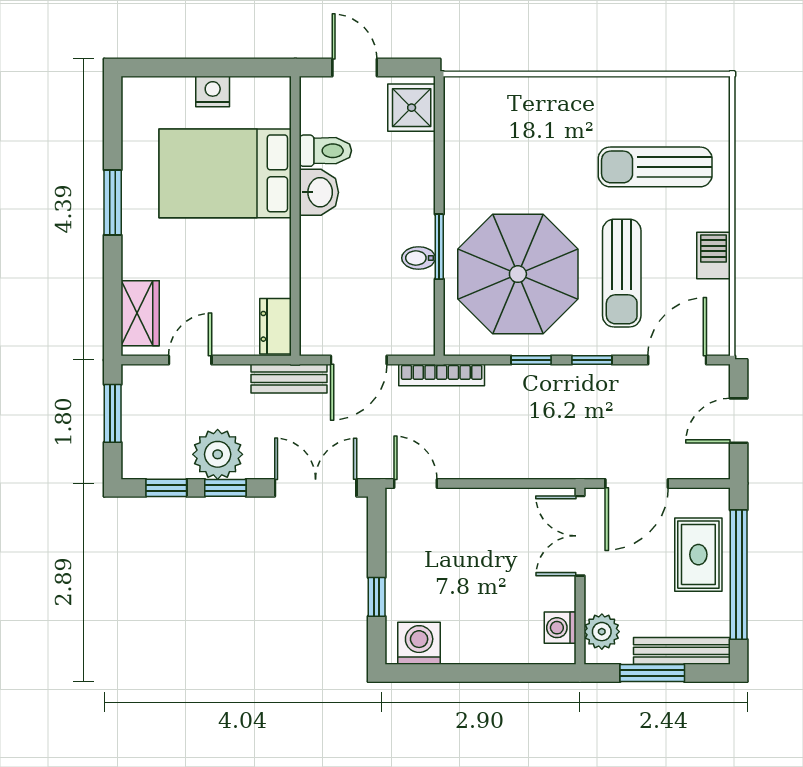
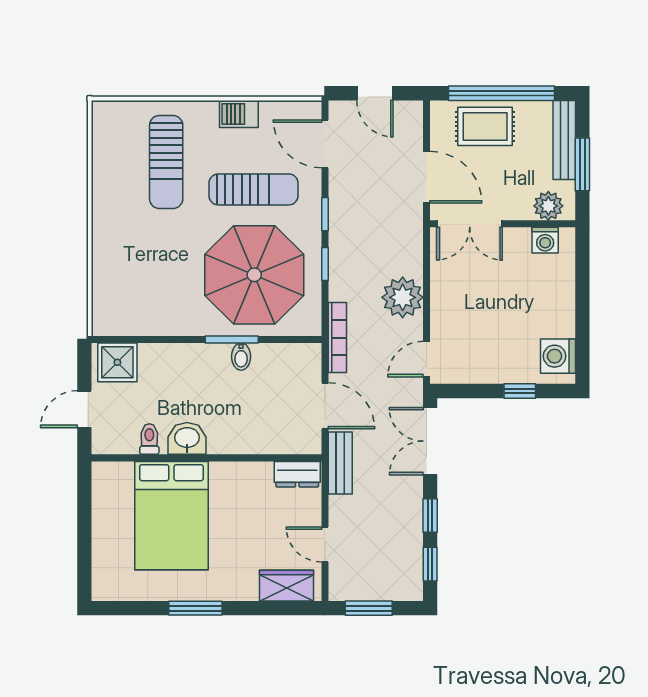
nightstand: (213, 91) -> (104, 526), removed
toilet: (325, 151) -> (149, 439), width x0.73, depth x0.72
plant: (218, 454) -> (403, 297), moved

